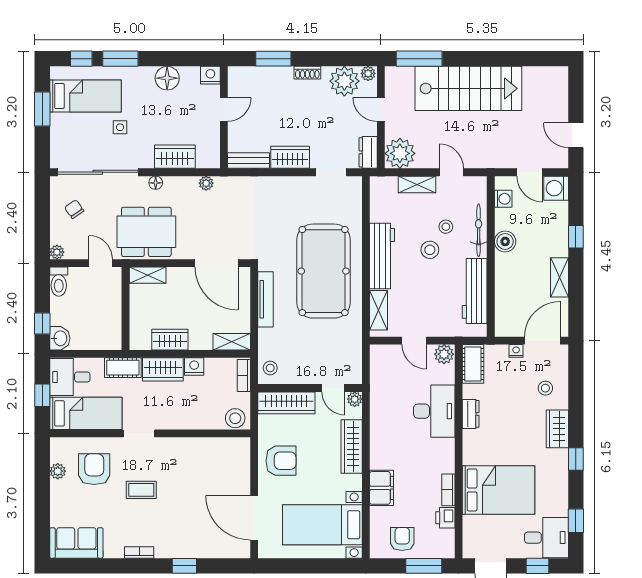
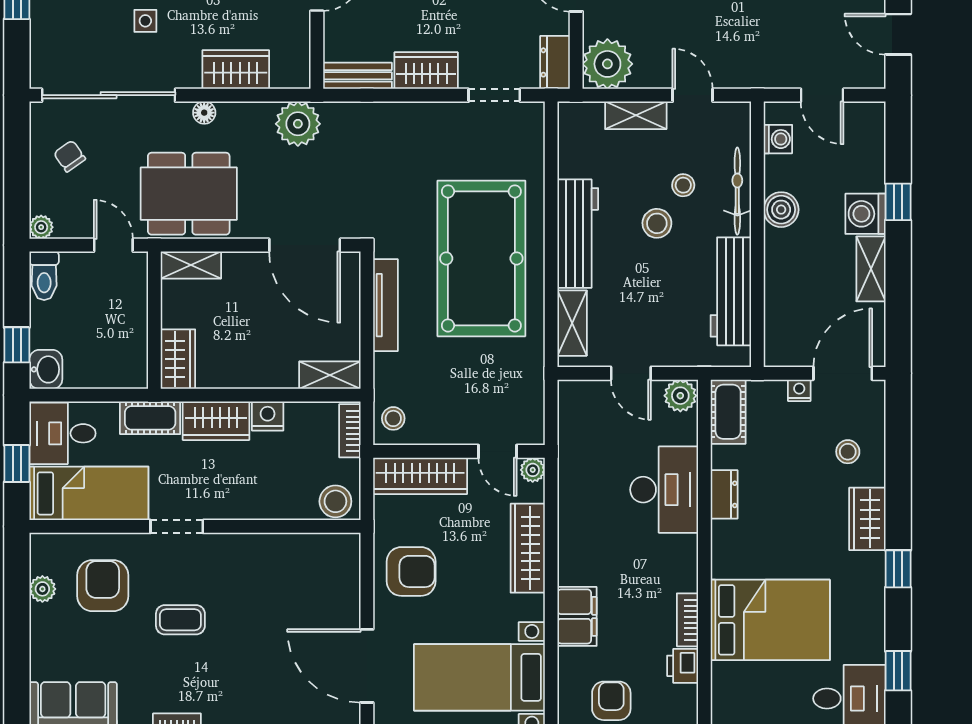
plant: (206, 183) -> (298, 124), width x1.88, depth x1.88
washing machine: (556, 188) -> (865, 214), moved
wardrobe: (170, 340) -> (178, 359), moved, turned 90

